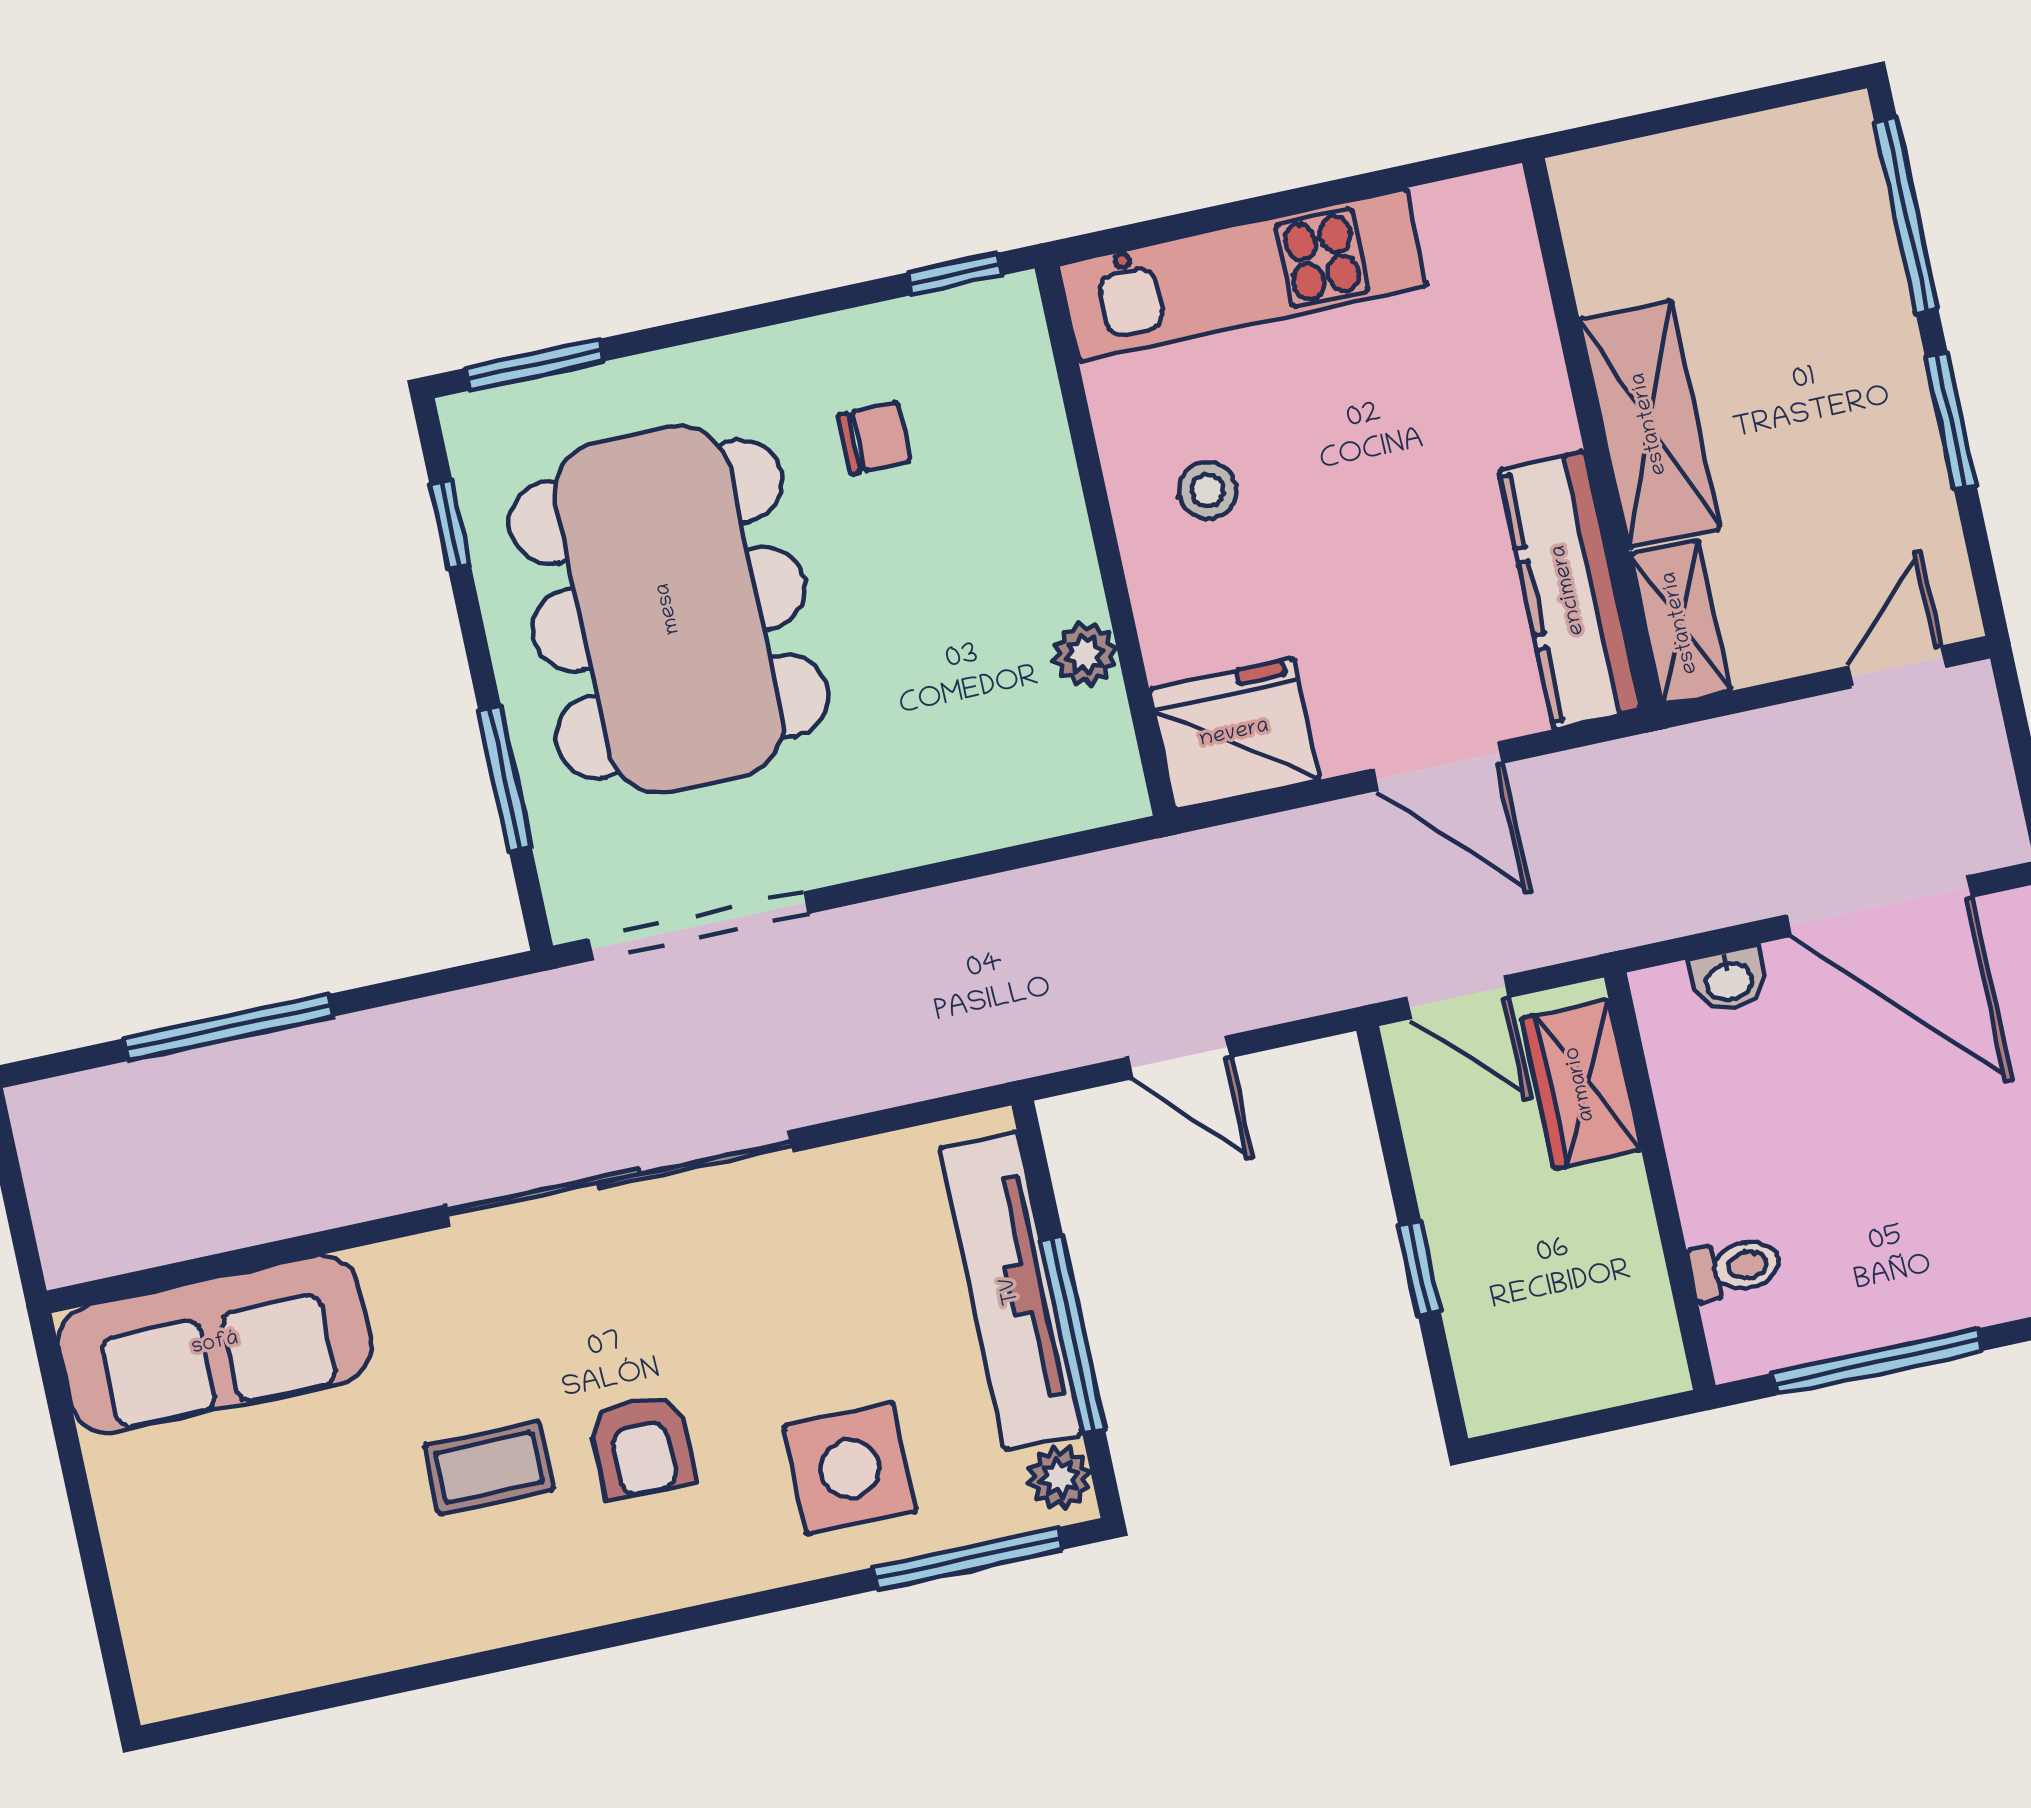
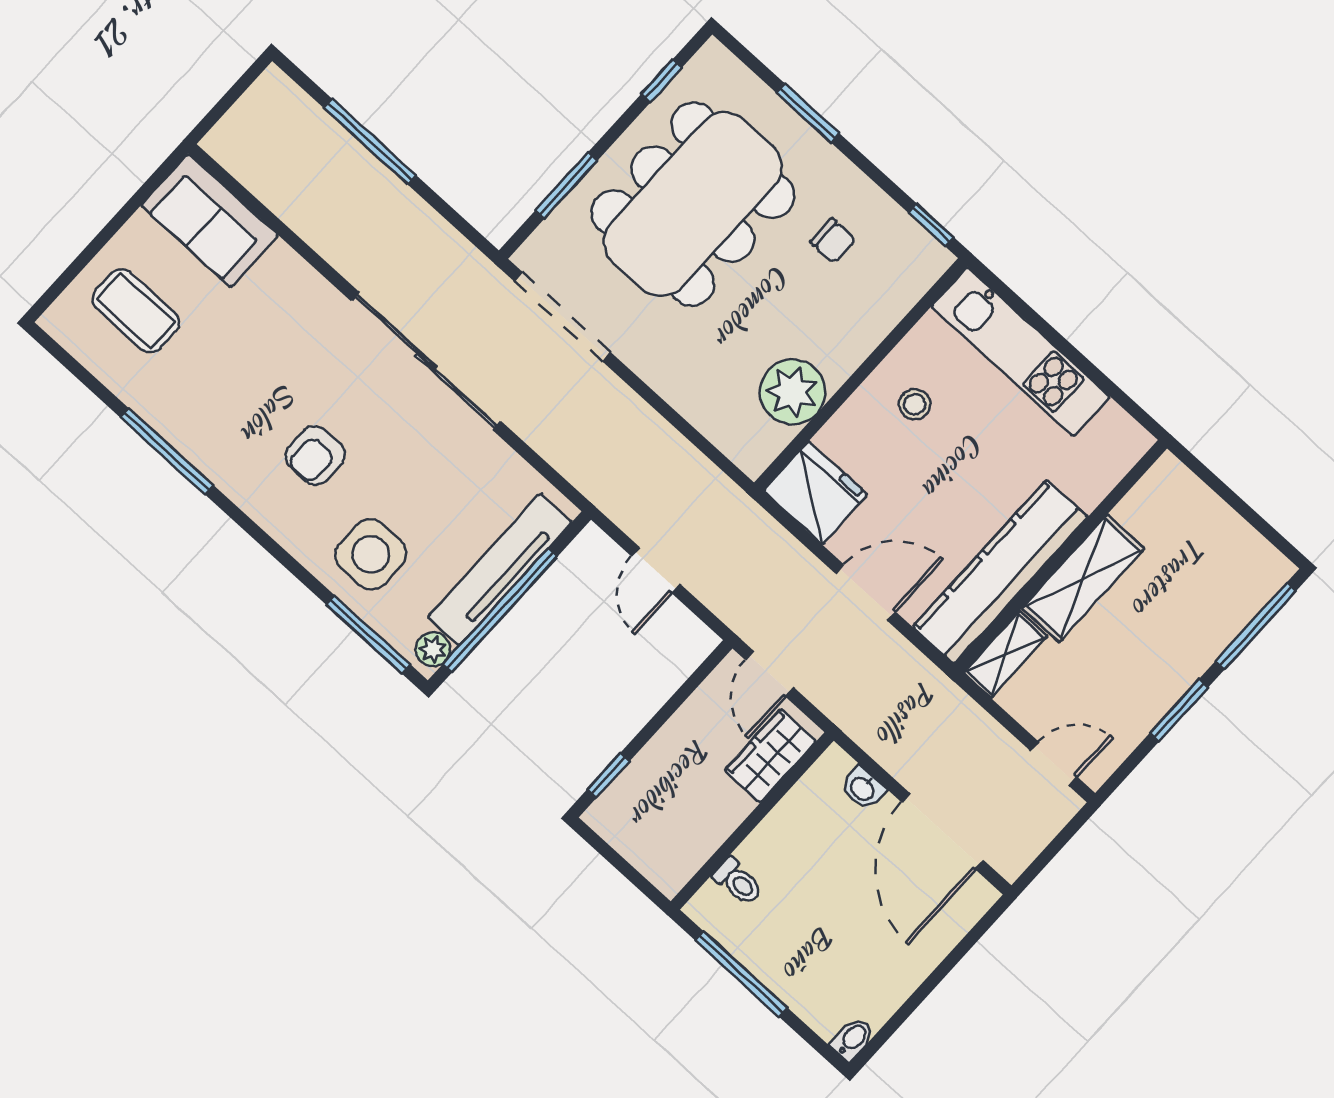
window: (534, 365) -> (808, 113), moved
kitchen counter: (1569, 590) -> (1000, 572), width x1.39, depth x1.17
plant: (1085, 655) -> (793, 392), width x1.88, depth x1.88
door: (1437, 766) -> (865, 592), swing flipped
window: (1420, 1268) -> (608, 776), moved
window: (1073, 1335) -> (500, 610), width x1.46
sofa: (215, 1344) -> (210, 220), width x0.73
coffee table: (489, 1467) -> (136, 311), moved, width x1.36, depth x1.30
window: (476, 1665) -> (167, 451), added

